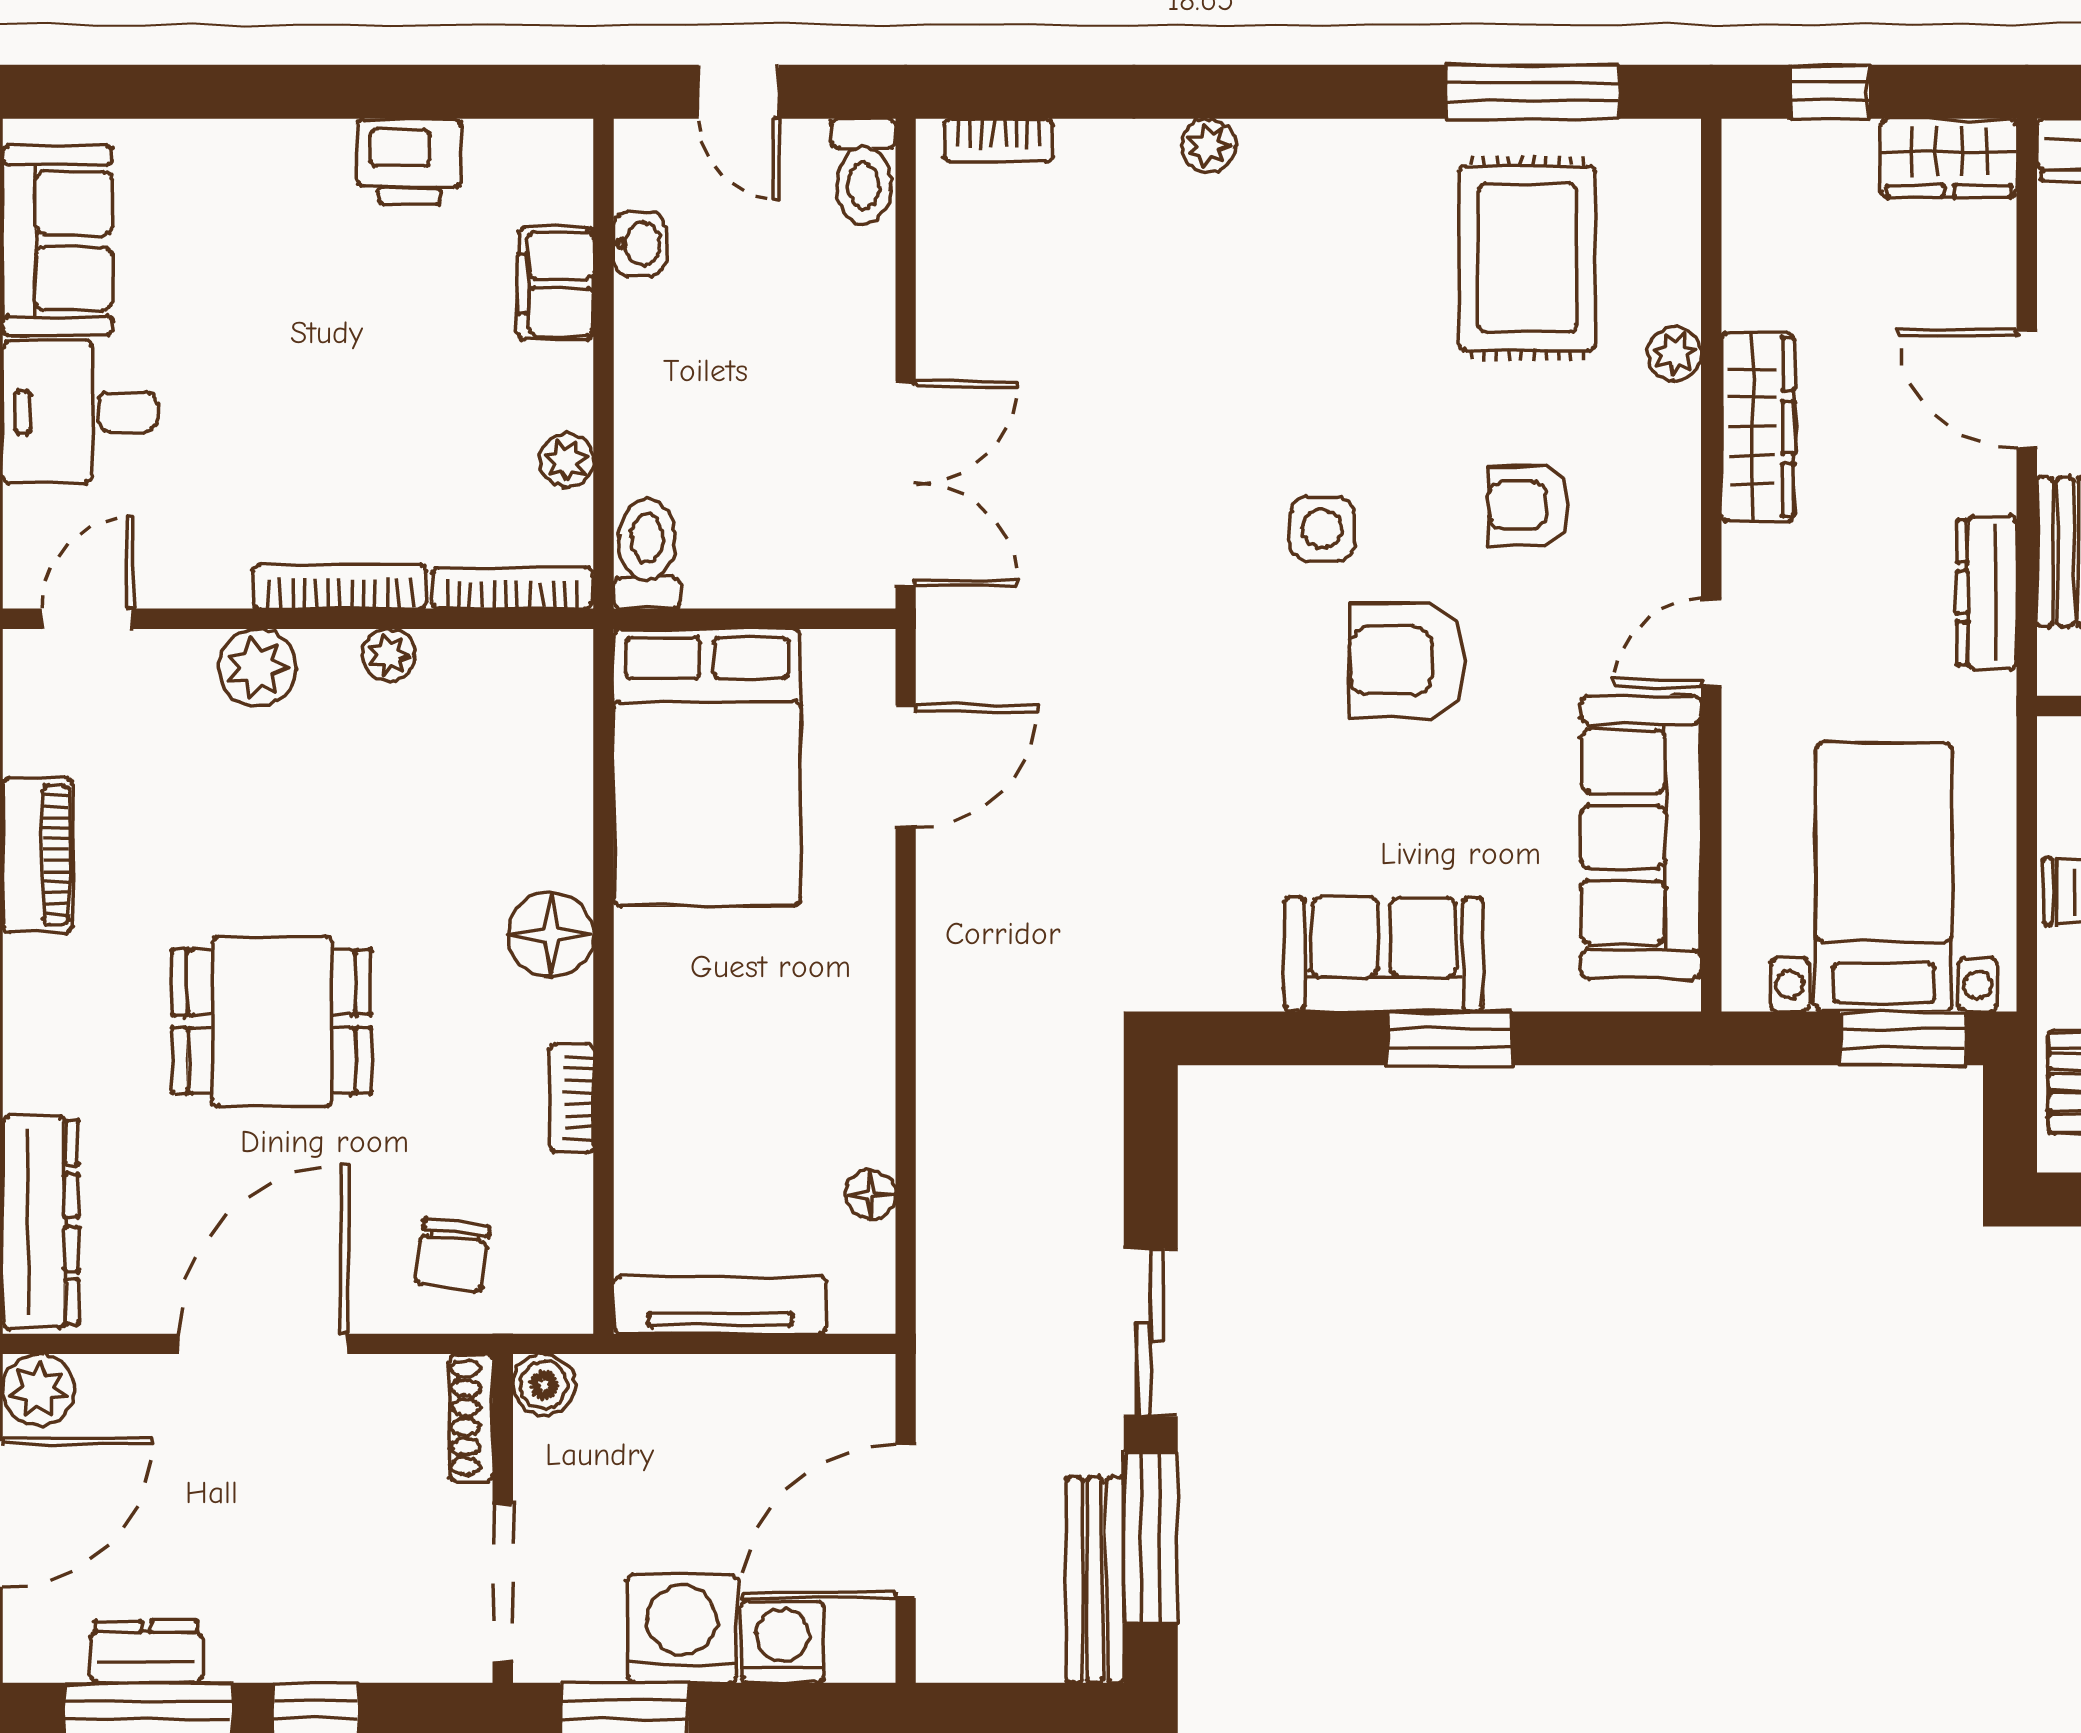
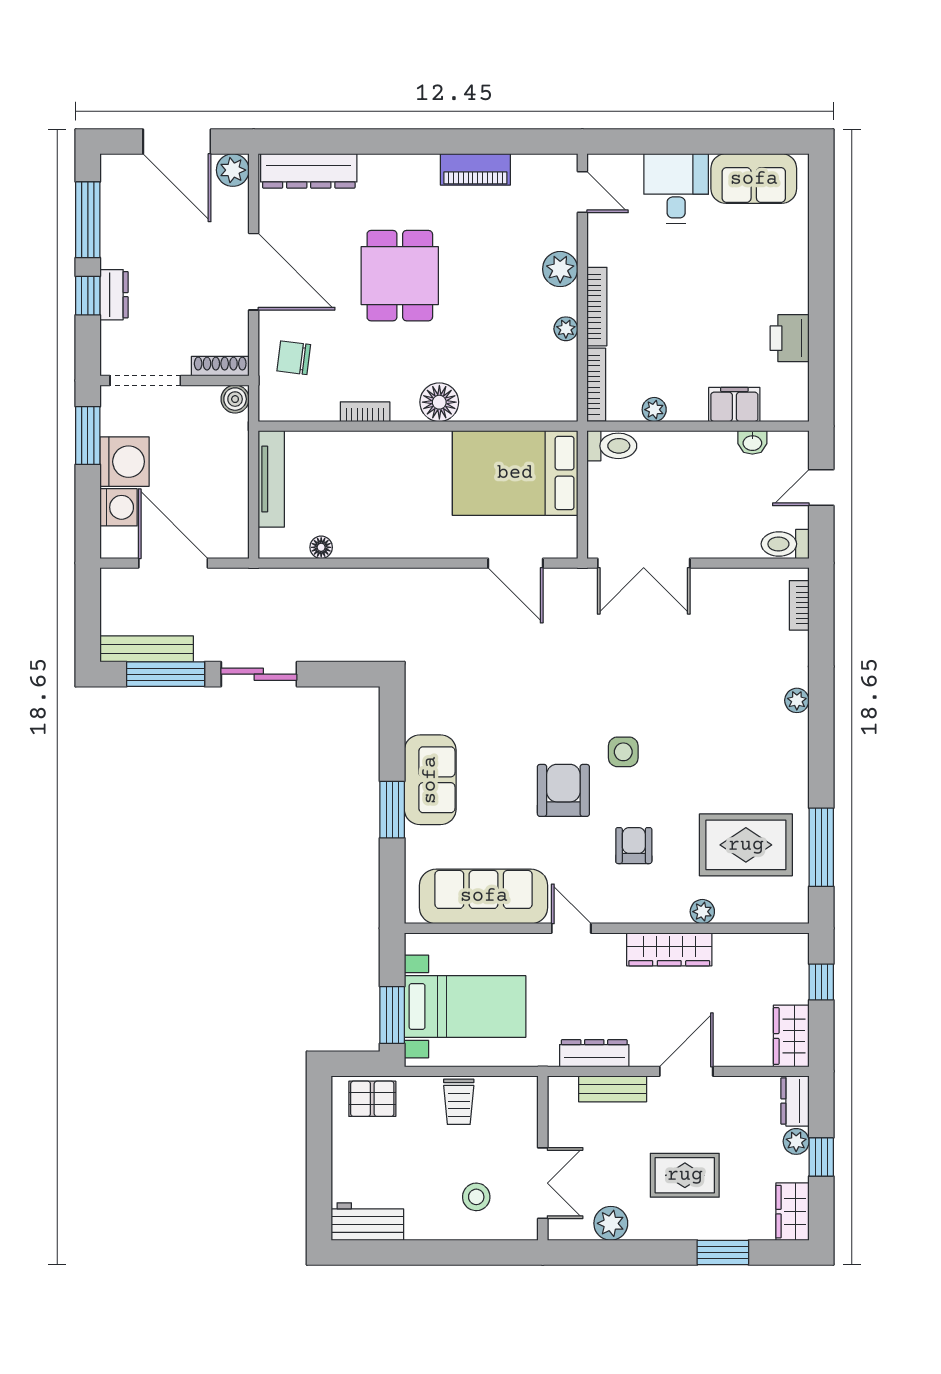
dresser: (146, 1652) -> (114, 295), moved

